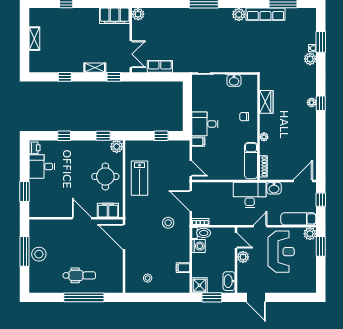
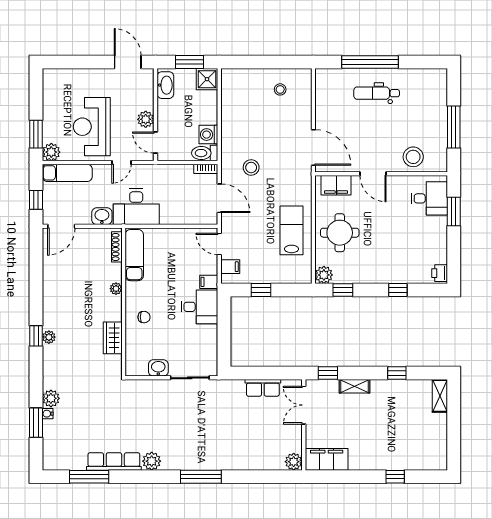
shelving: (34, 39) -> (440, 396), moved
desk: (42, 167) -> (429, 198), moved
stool: (39, 254) -> (413, 157), moved
filing cabinet: (183, 268) -> (230, 267), moved

